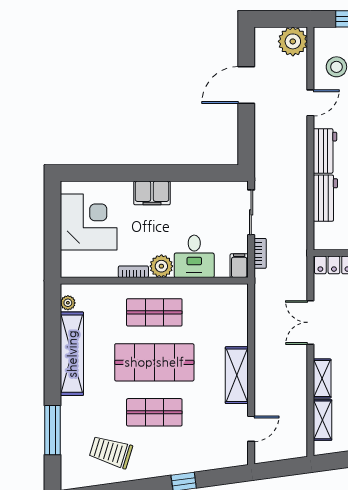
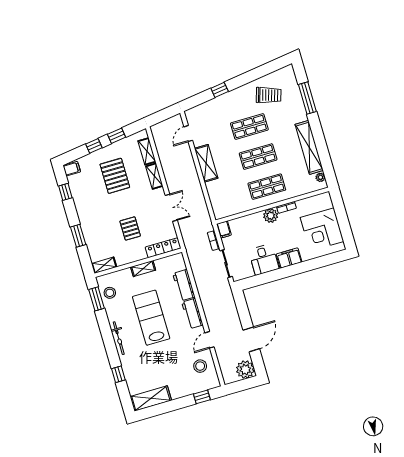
plant: (293, 41) -> (245, 370), moved
desk: (194, 256) -> (264, 259), moved, turned 180
shop shelf: (154, 362) -> (258, 157), width x0.70, depth x0.74

